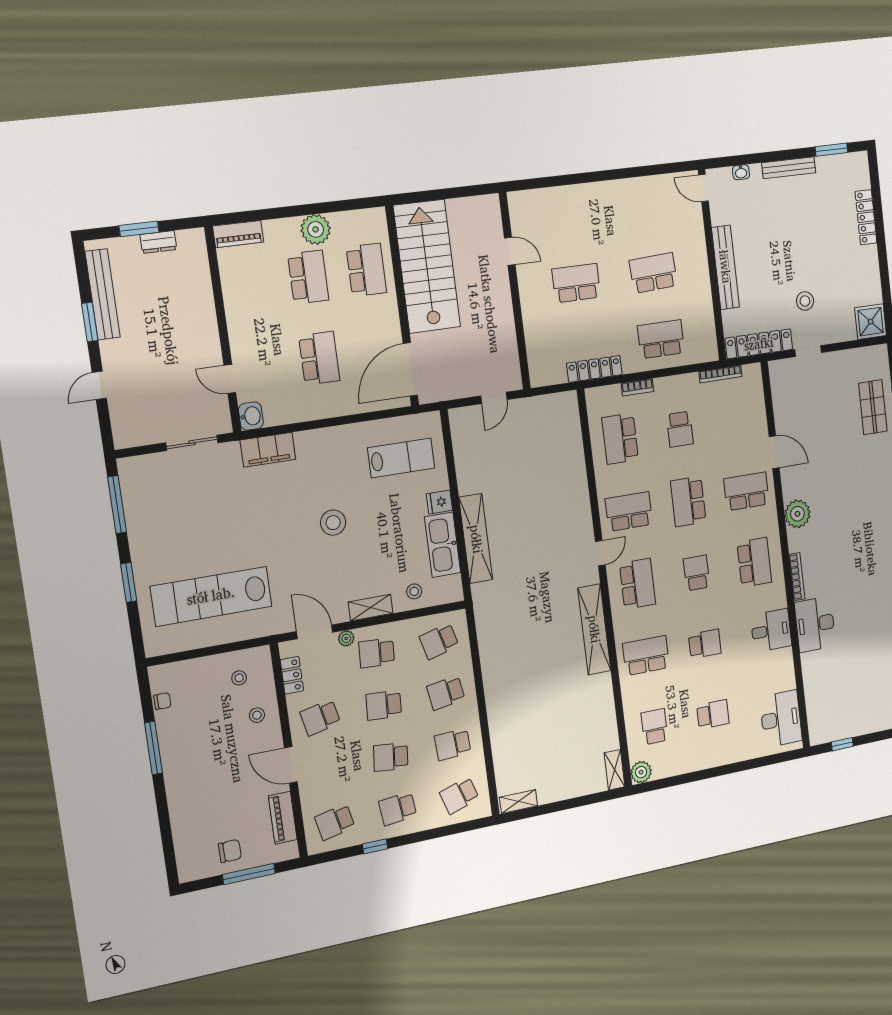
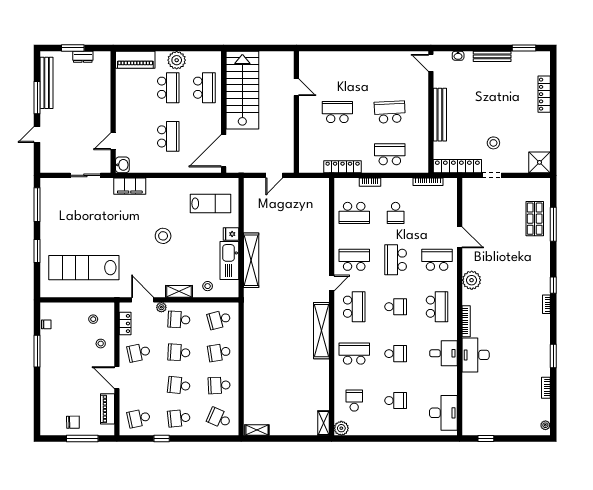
piano: (238, 234) -> (135, 60), width x1.37, depth x1.33
window: (90, 322) -> (37, 98), width x1.44
door: (230, 379) -> (113, 141), hinge flipped
school desk: (620, 439) -> (354, 213), turned -90
school desk: (697, 573) -> (396, 307), turned 90
school desk: (459, 795) -> (219, 418), turned 42

